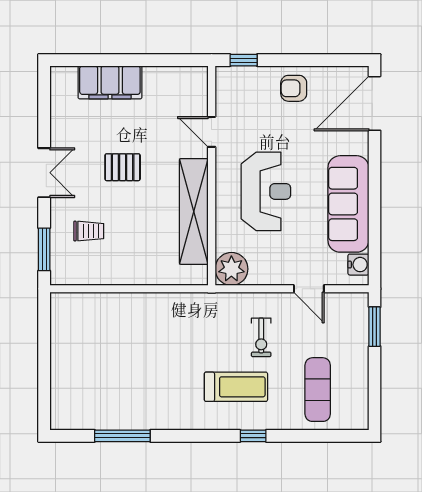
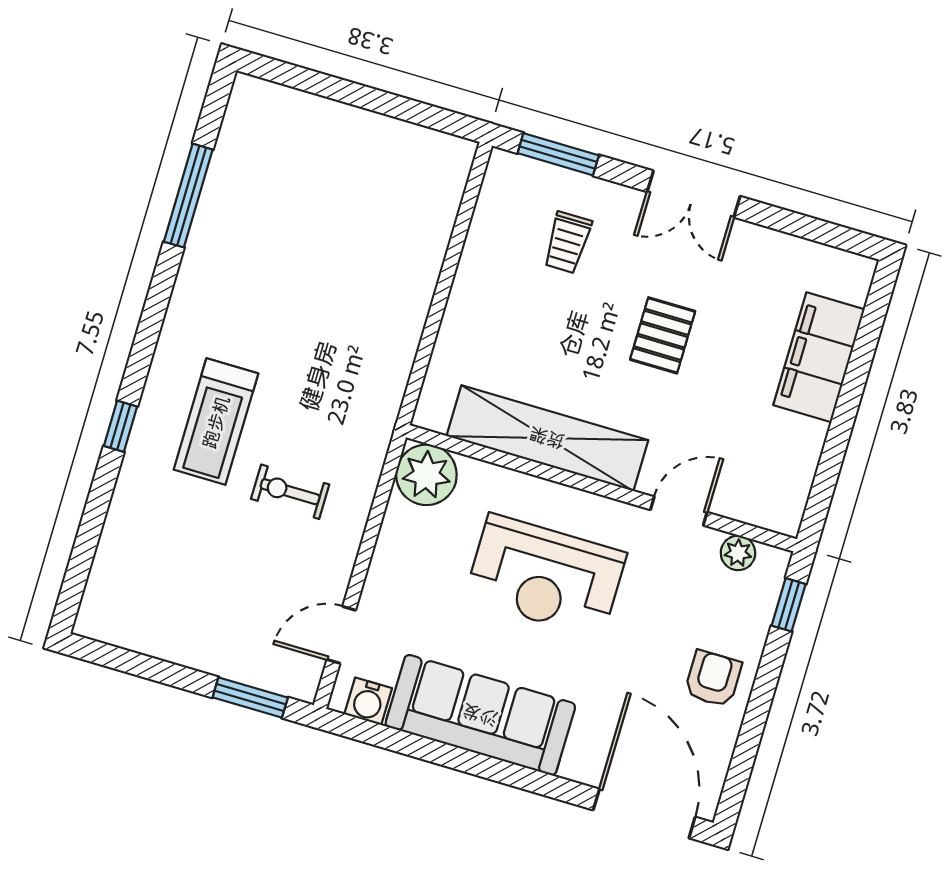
plant: (224, 95) -> (738, 553), added
door: (309, 289) -> (341, 635), moved
exercise mat: (318, 390) -> (169, 564), removed

